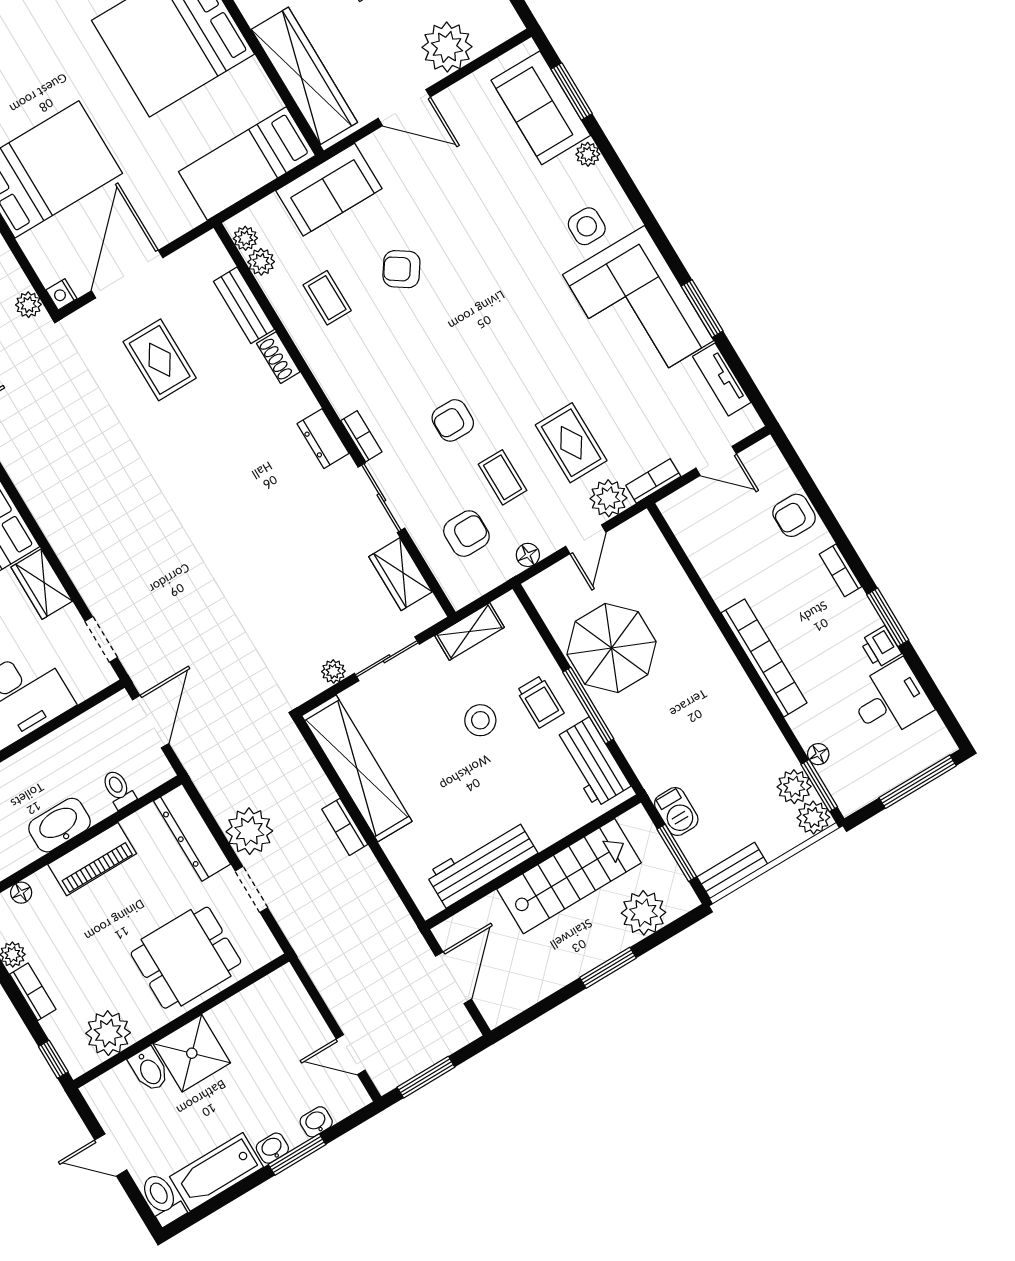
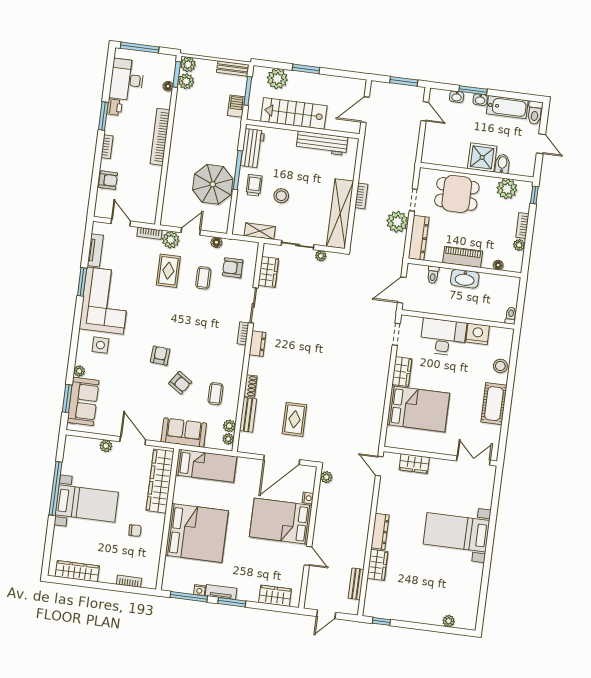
plant: (447, 47) -> (106, 446), width x0.53, depth x0.53
nightstand: (61, 294) -> (308, 498), moved
armchair: (453, 420) -> (160, 356), moved, turned -86
desk: (890, 700) -> (127, 80), width x1.37

